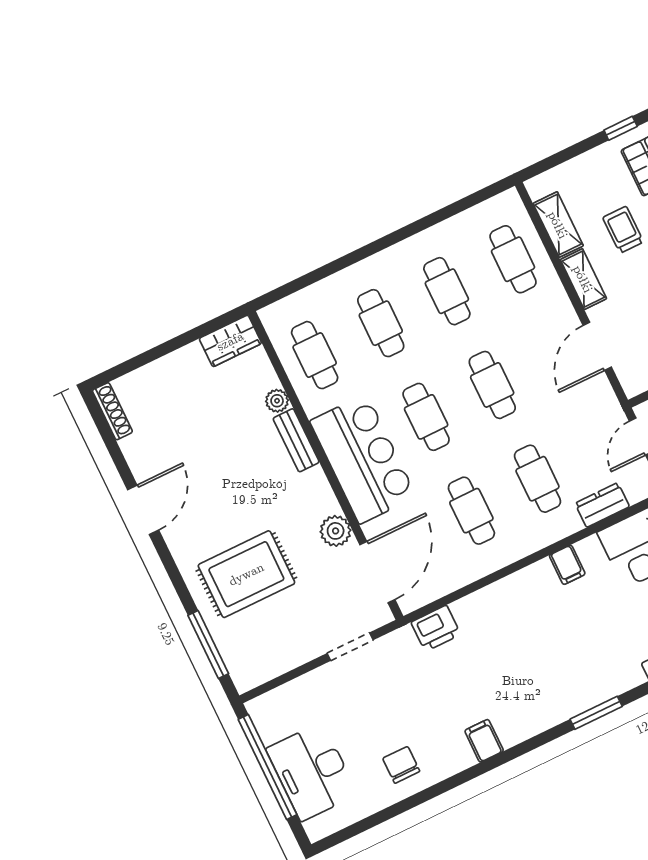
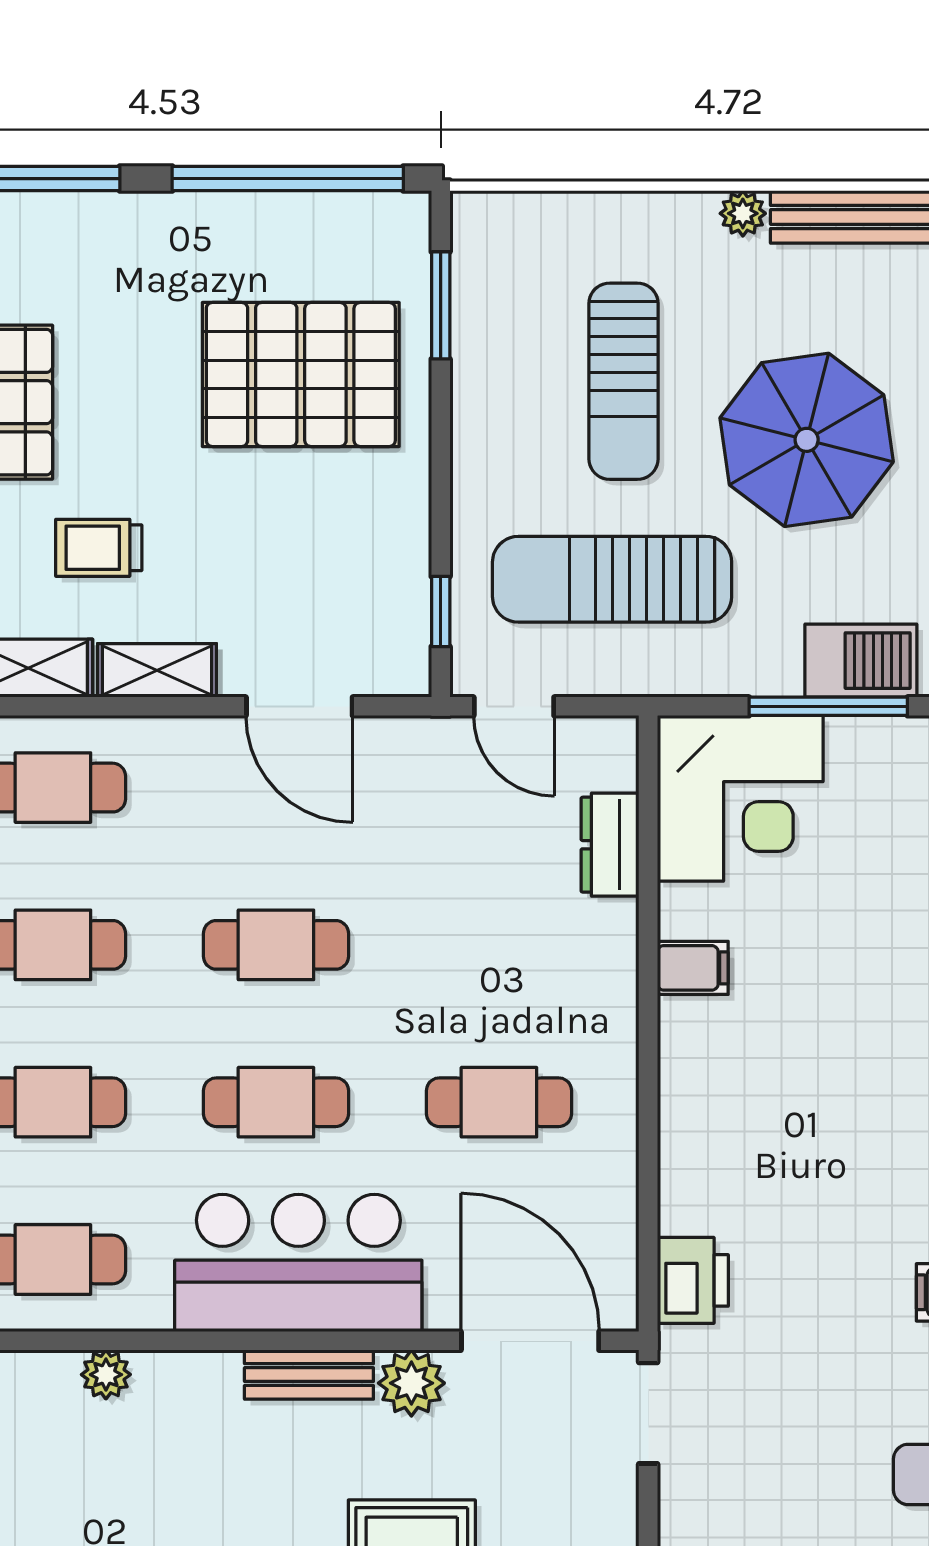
bench: (296, 440) -> (309, 1375), moved
cafe table: (538, 479) -> (499, 945), removed
doorway: (350, 647) -> (648, 1413), moved

